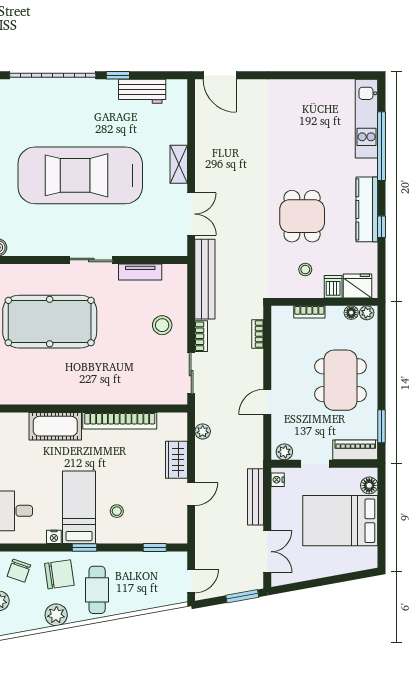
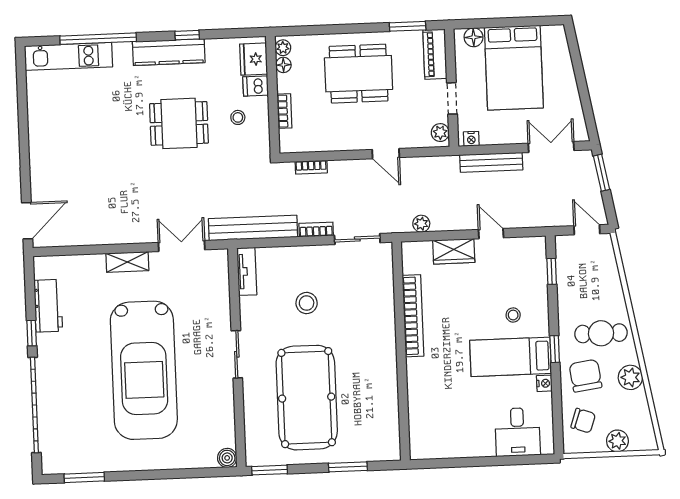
tv unit: (140, 272) -> (247, 271), moved
stool: (162, 325) -> (307, 303), moved
cot: (55, 426) -> (422, 387), removed

